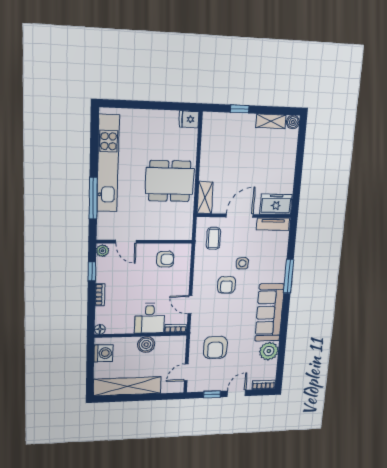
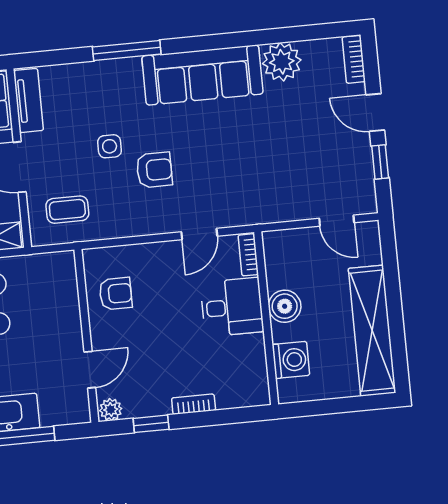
armchair: (165, 259) -> (116, 294), turned 91
floor lamp: (100, 329) -> (261, 396), removed
armchair: (215, 348) -> (282, 171), removed
washing machine: (103, 353) -> (291, 360), moved, turned 90

